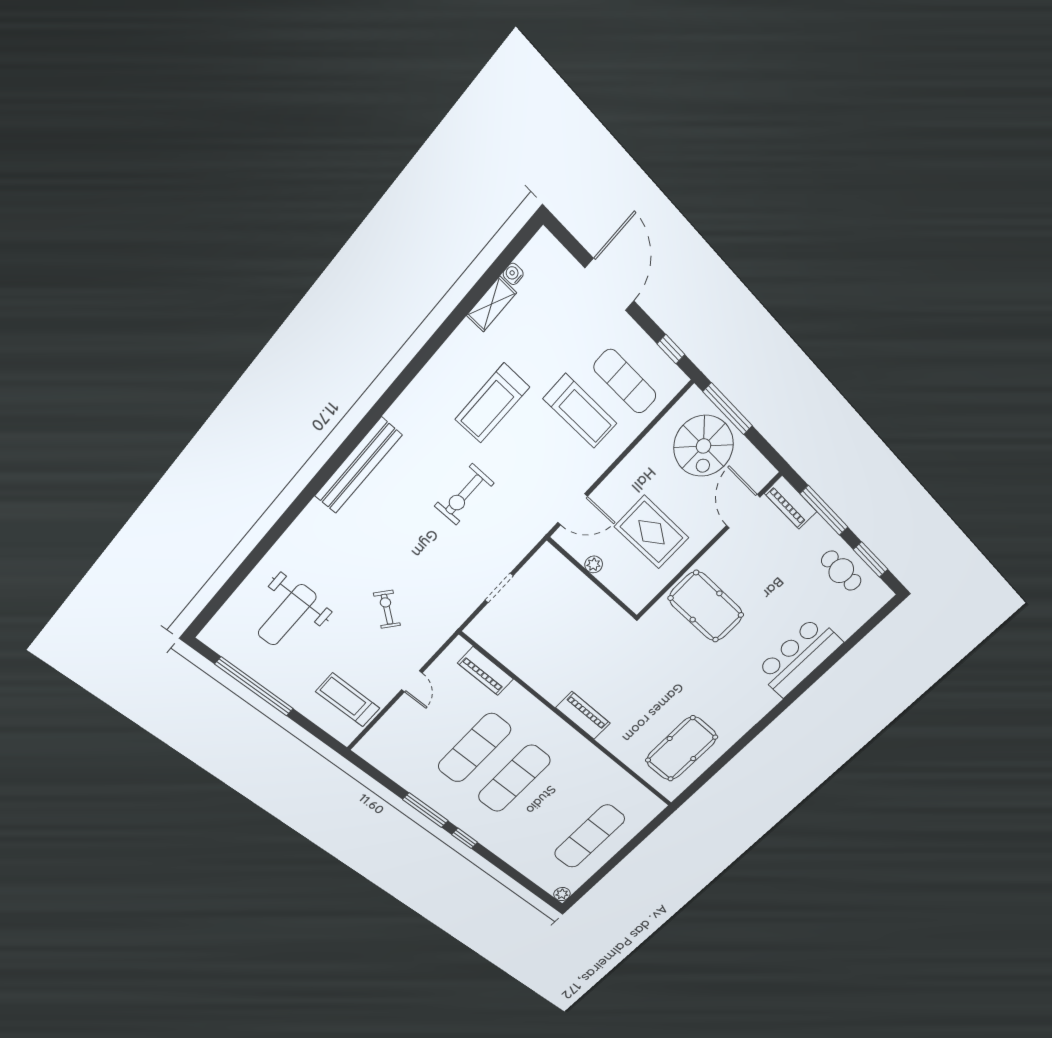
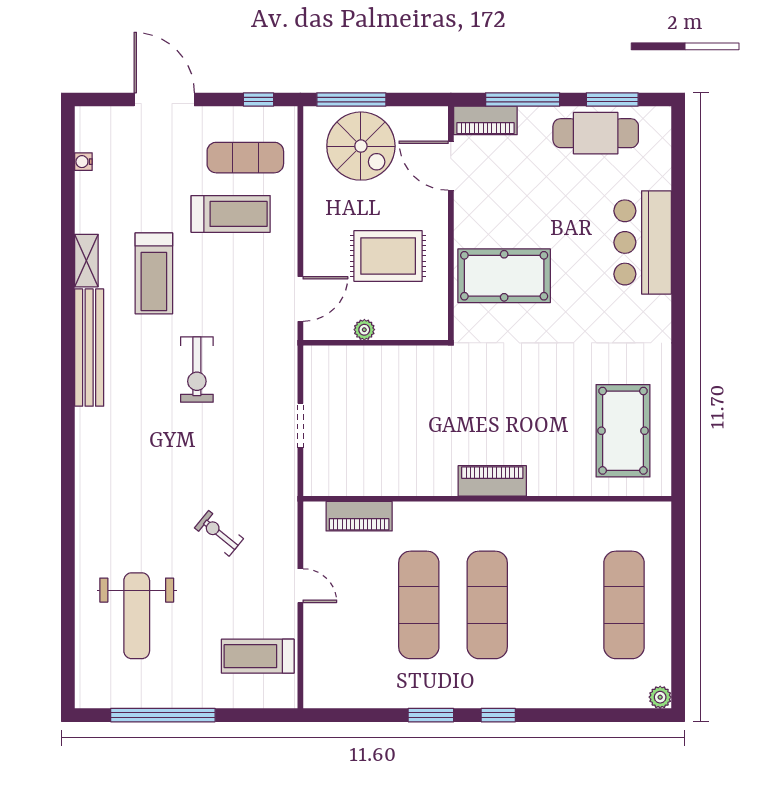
shelving: (491, 304) -> (86, 261), moved
bench: (358, 466) -> (89, 348), moved
cafe table: (841, 571) -> (596, 133), width x1.37, depth x1.35
window: (425, 810) -> (431, 715), width x0.69

